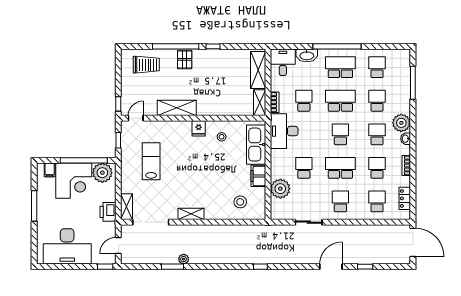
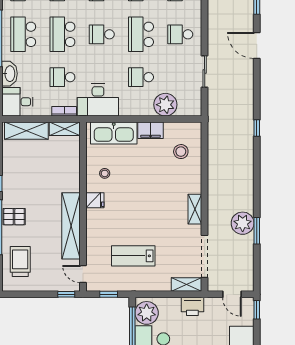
shelving: (177, 108) -> (71, 226), width x1.47
plant: (184, 259) -> (243, 223), width x1.88, depth x1.88

